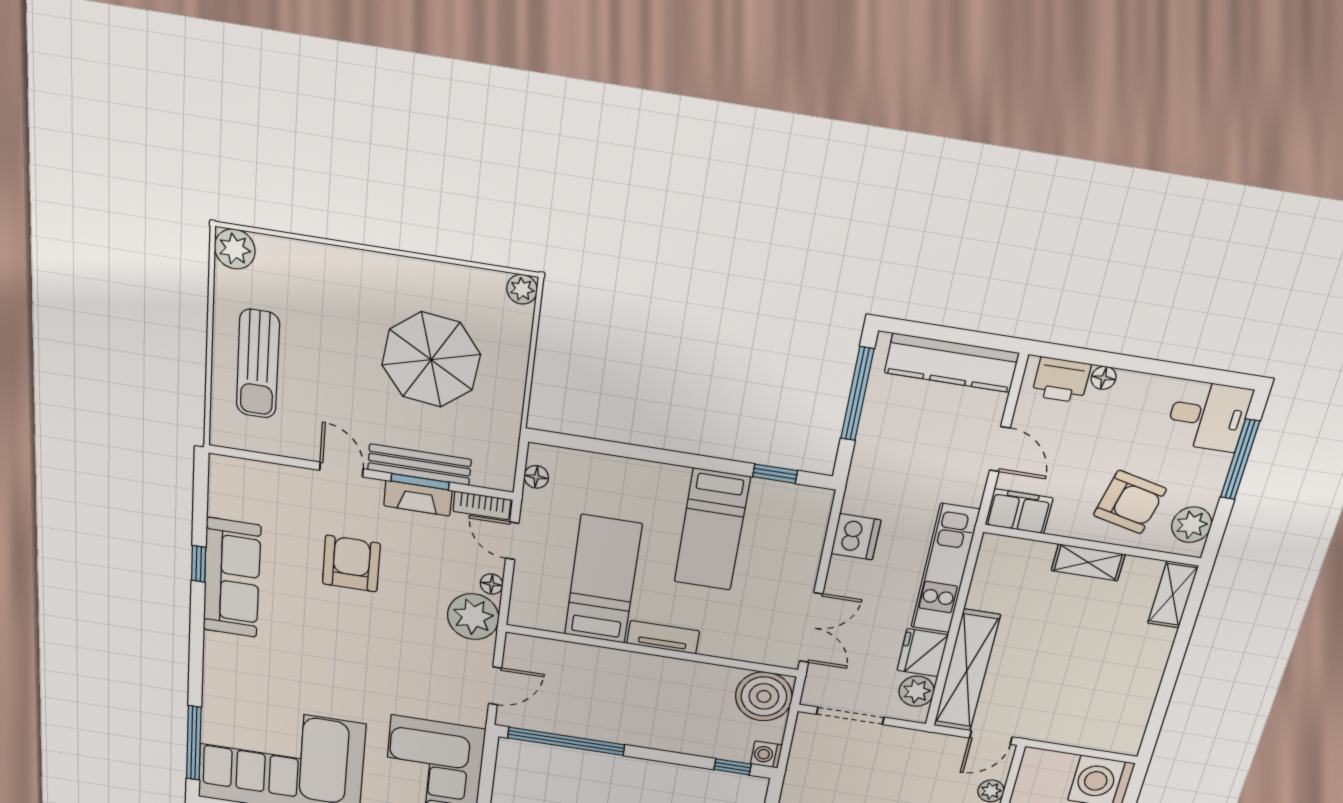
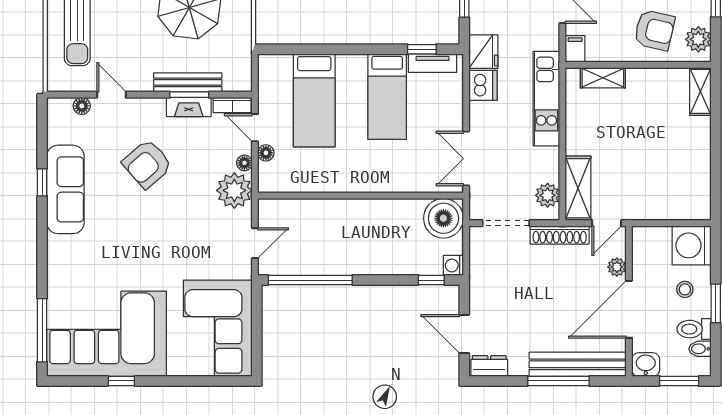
door: (341, 469) -> (111, 95), moved
floor lamp: (260, 472) -> (82, 106), added
floor lamp: (536, 477) -> (266, 153), moved
filing cabinet: (1019, 511) -> (575, 49), width x0.50
shelving: (1088, 562) -> (603, 78), moved
armchair: (351, 564) -> (147, 164), turned -131
bed: (603, 580) -> (314, 100), moved, turned 180
double door: (811, 628) -> (466, 159), swing flipped
tv unit: (663, 637) -> (432, 63), moved, turned 180
fridge: (923, 653) -> (483, 52), moved, turned 180
shelving: (967, 671) -> (578, 188), width x0.68
shoe rack: (922, 741) -> (560, 235), added

